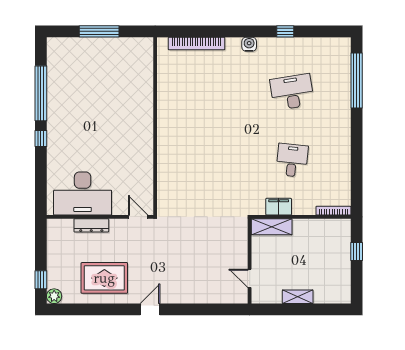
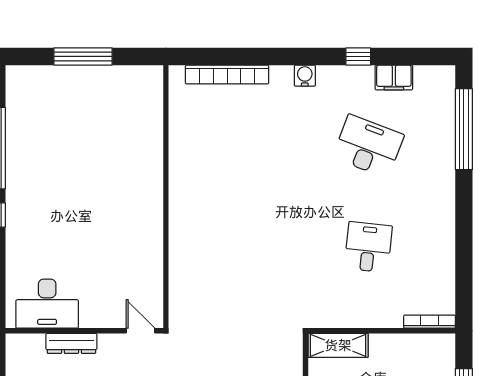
desk: (292, 92) -> (368, 146), turned 30
desk: (83, 194) -> (47, 304), width x0.73, depth x0.77
filing cabinet: (279, 207) -> (394, 78), moved, turned 180

